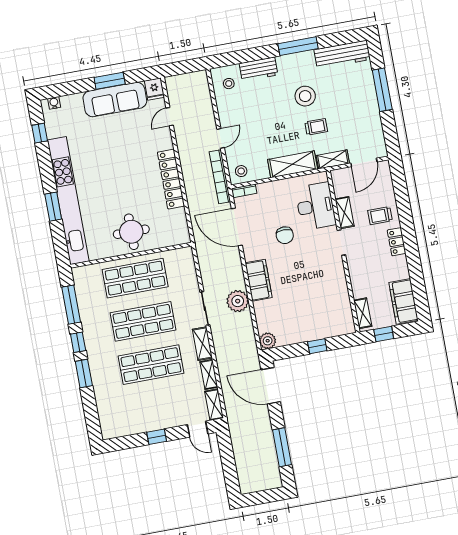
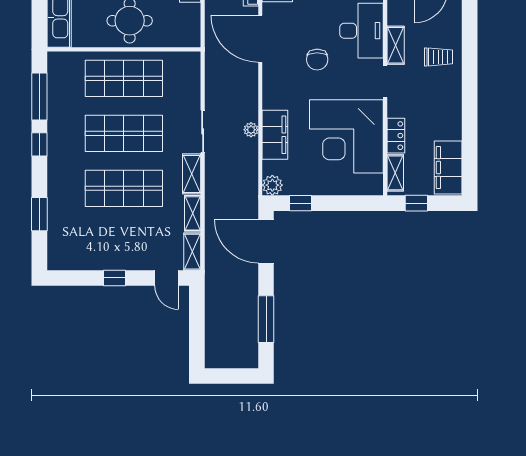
trolley: (380, 216) -> (439, 57), turned 180
locker: (397, 242) -> (396, 136), moved, turned 180
filing cabinet: (259, 280) -> (275, 135), moved
corner desk: (319, 292) -> (346, 136), added
plant: (238, 301) -> (251, 130), width x0.53, depth x0.53
window: (317, 346) -> (300, 203), moved
window: (84, 373) -> (39, 214), moved

